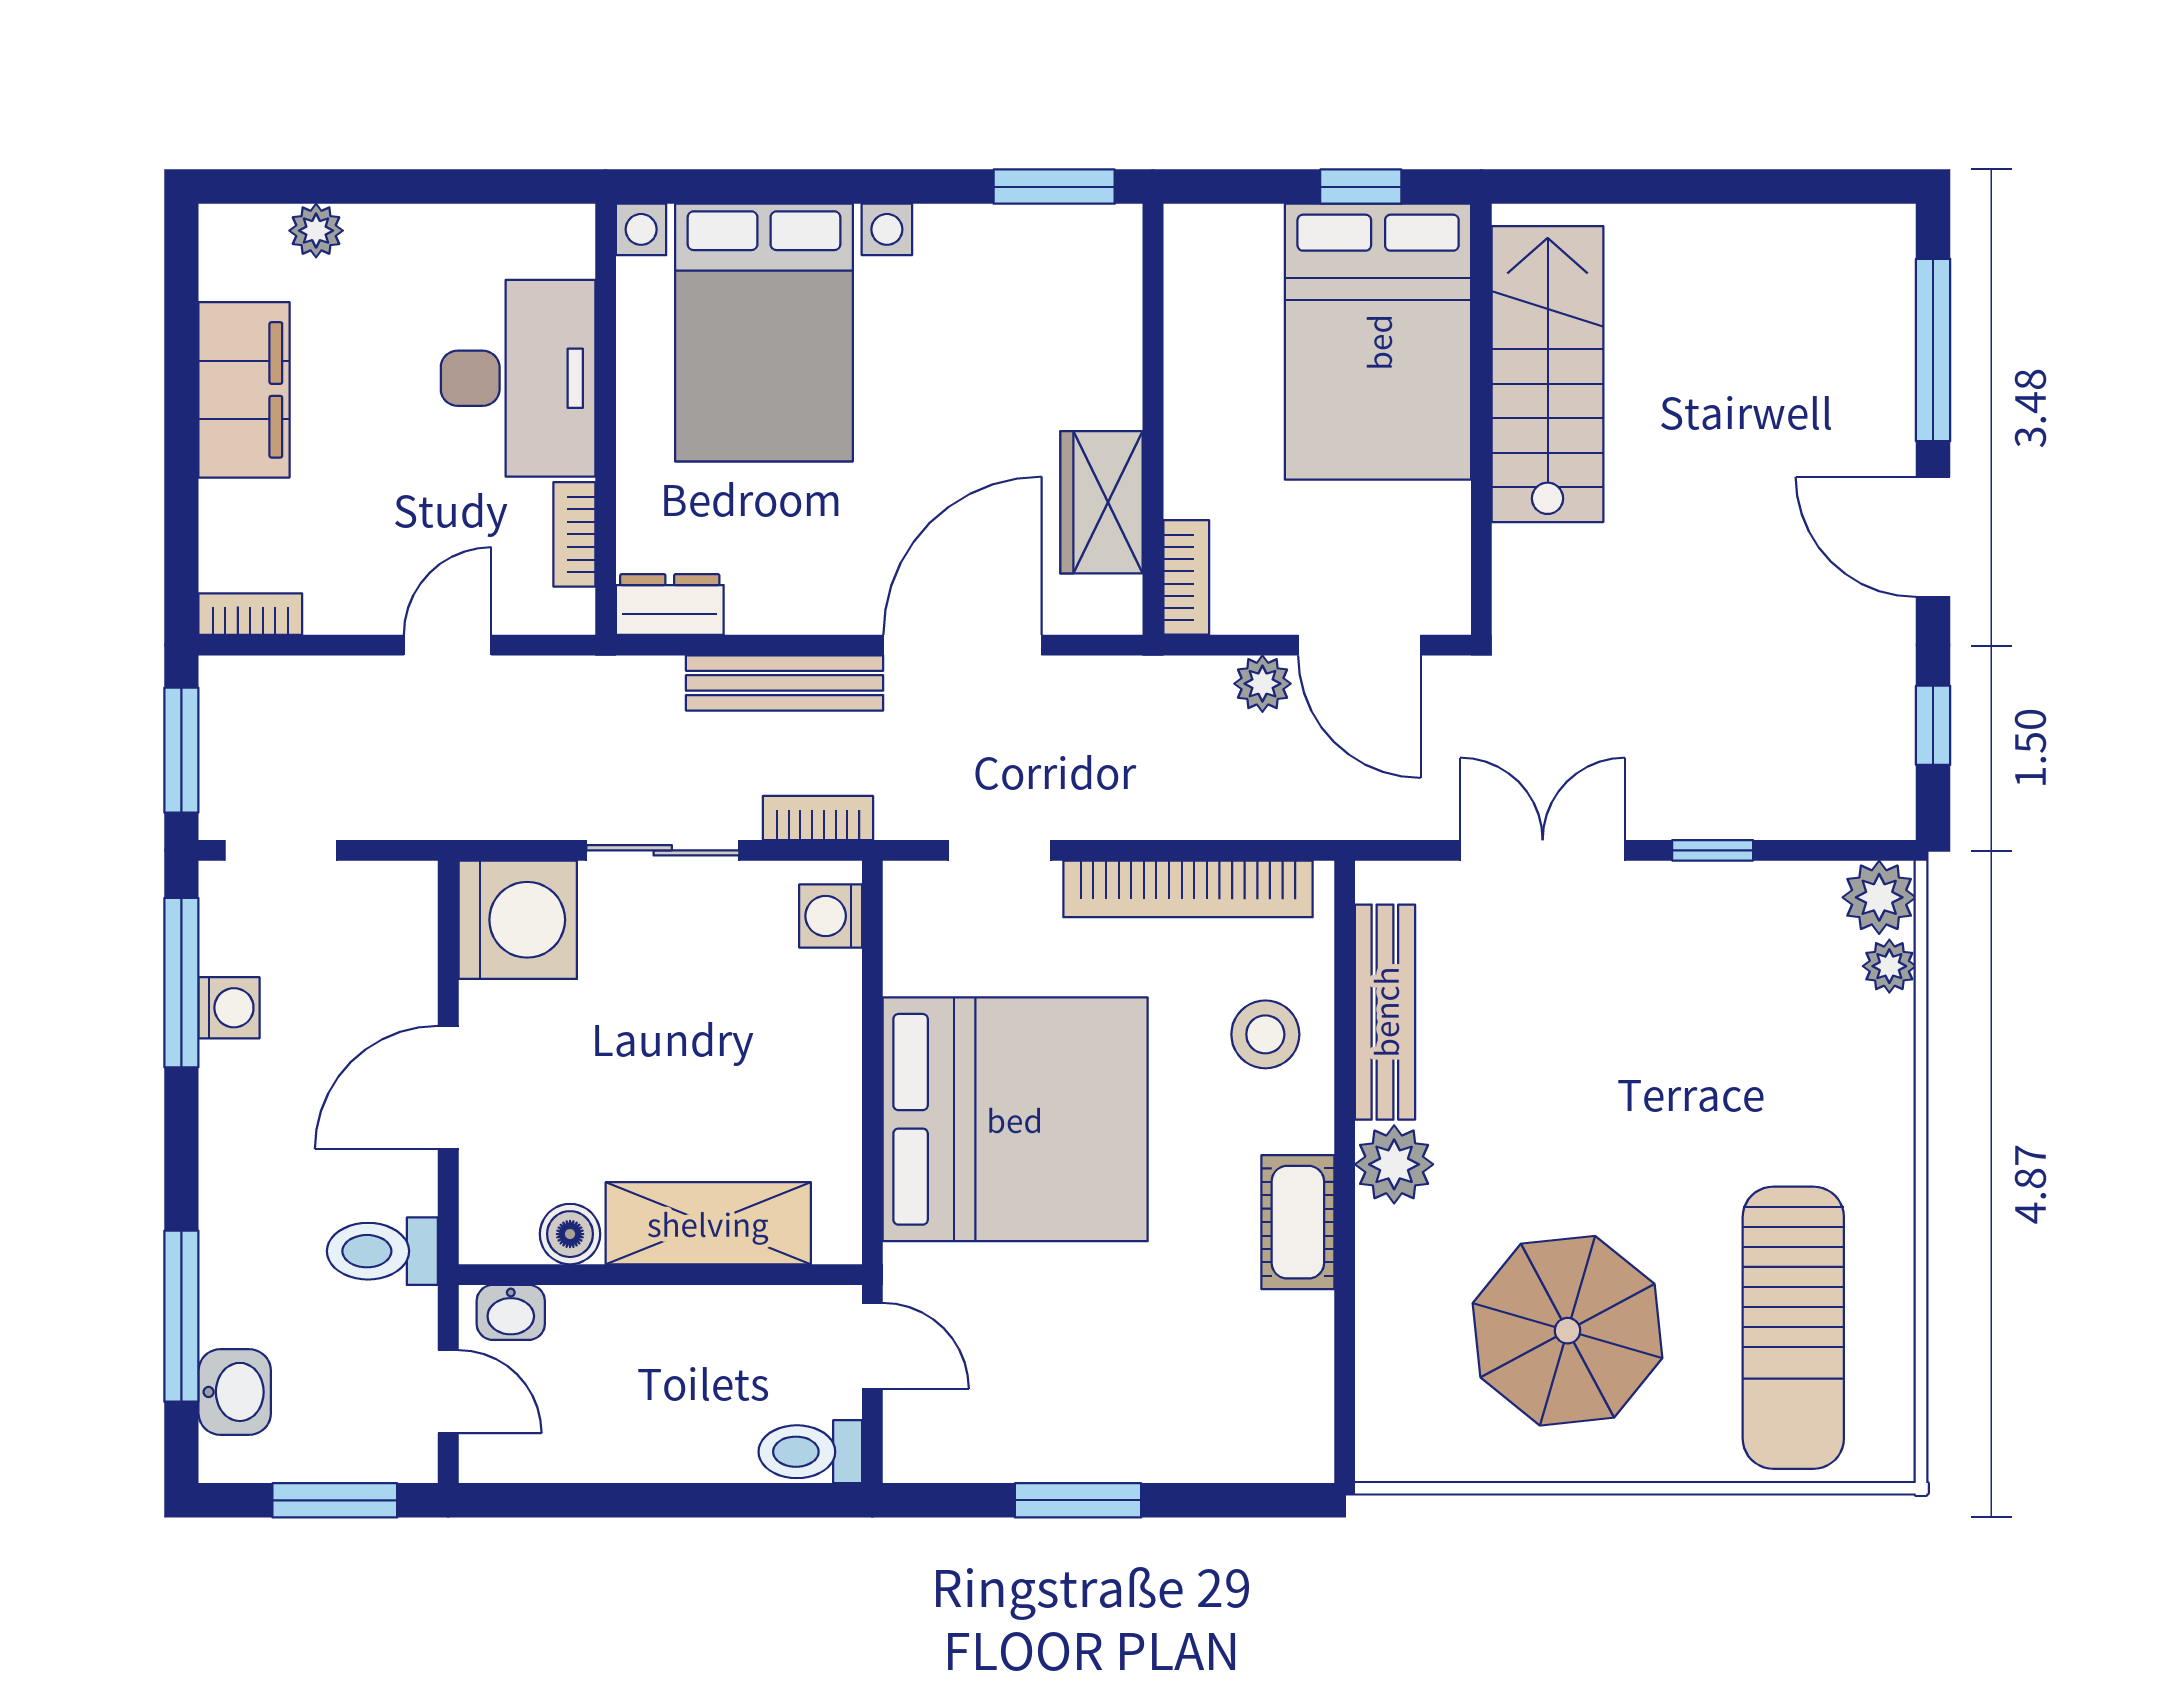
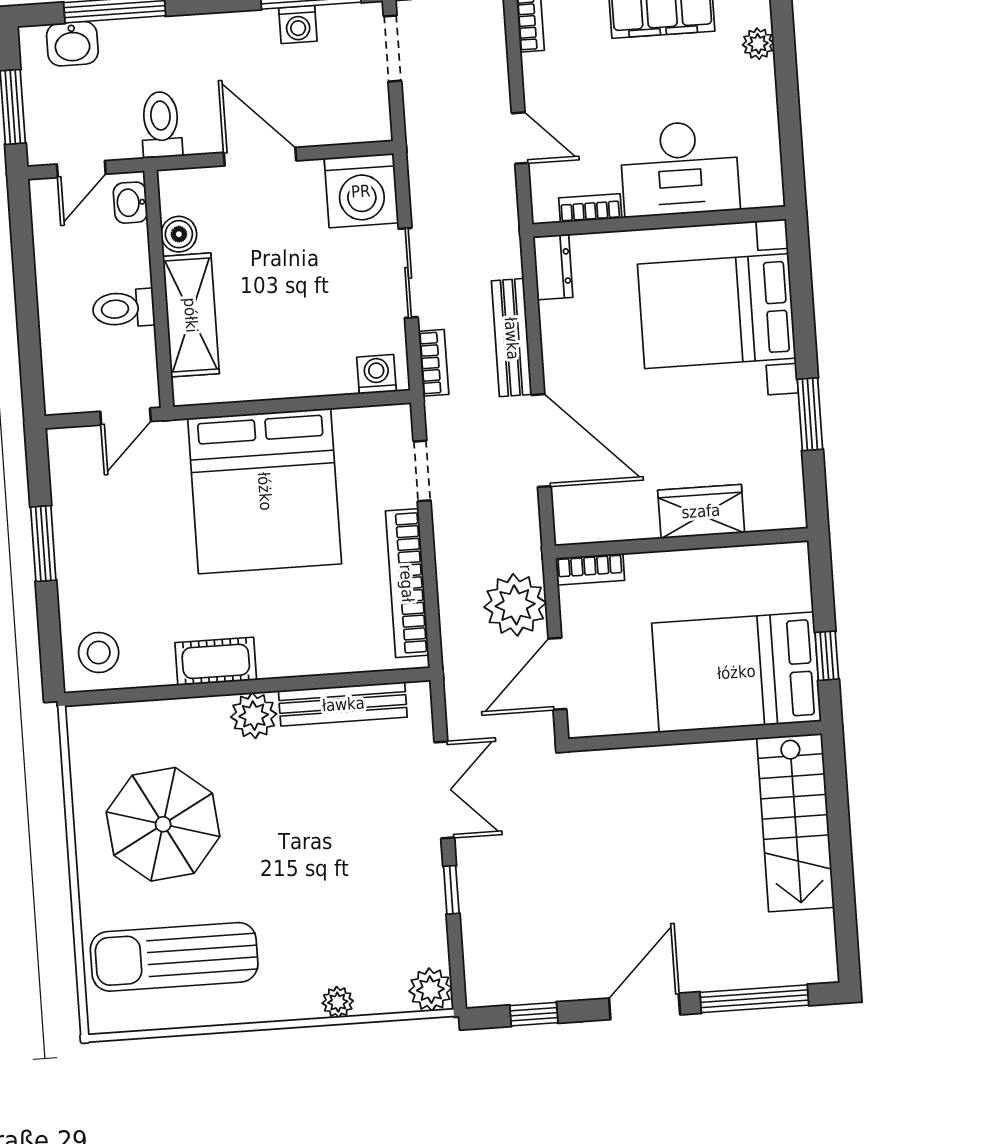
window: (1054, 187) -> (810, 414), moved
stairs: (1548, 374) -> (795, 823), moved, turned 90
wardrobe: (1101, 502) -> (701, 511), moved
plant: (1262, 684) -> (515, 605), width x1.87, depth x1.87
plant: (1889, 966) -> (338, 1002), moved
stool: (1265, 1034) -> (99, 653), moved
toilet: (810, 1452) -> (124, 309), moved, turned -90

